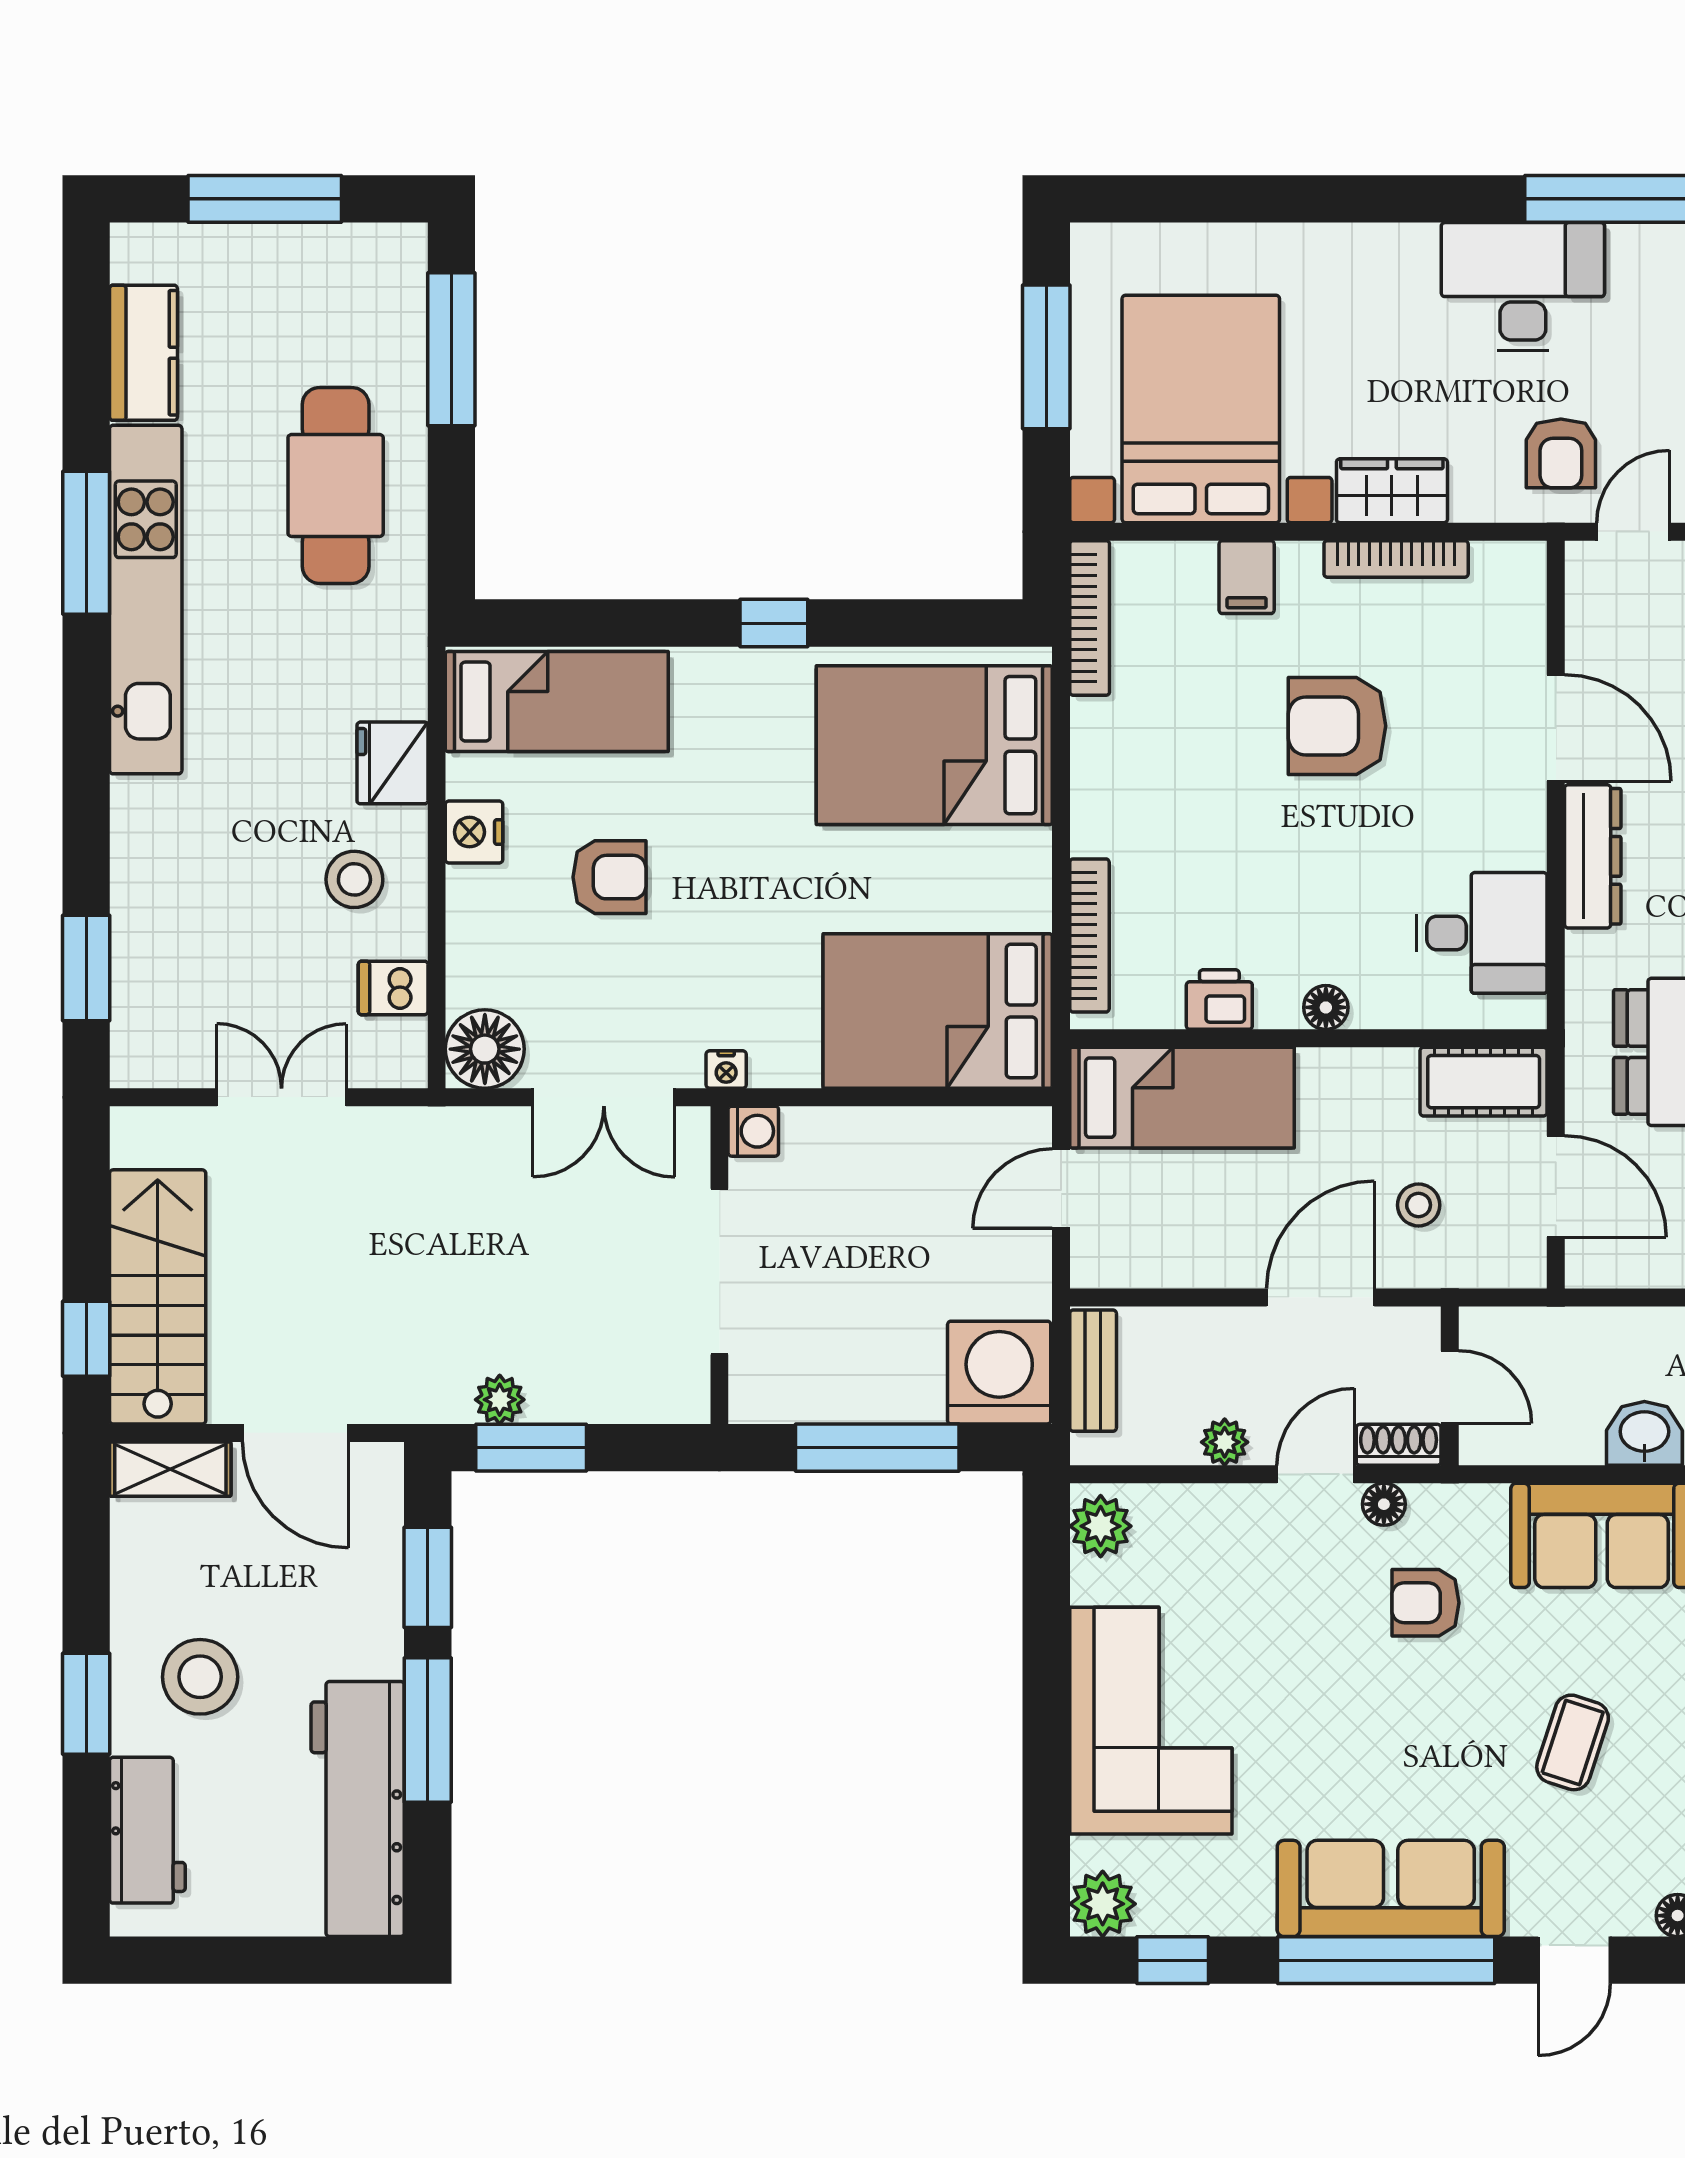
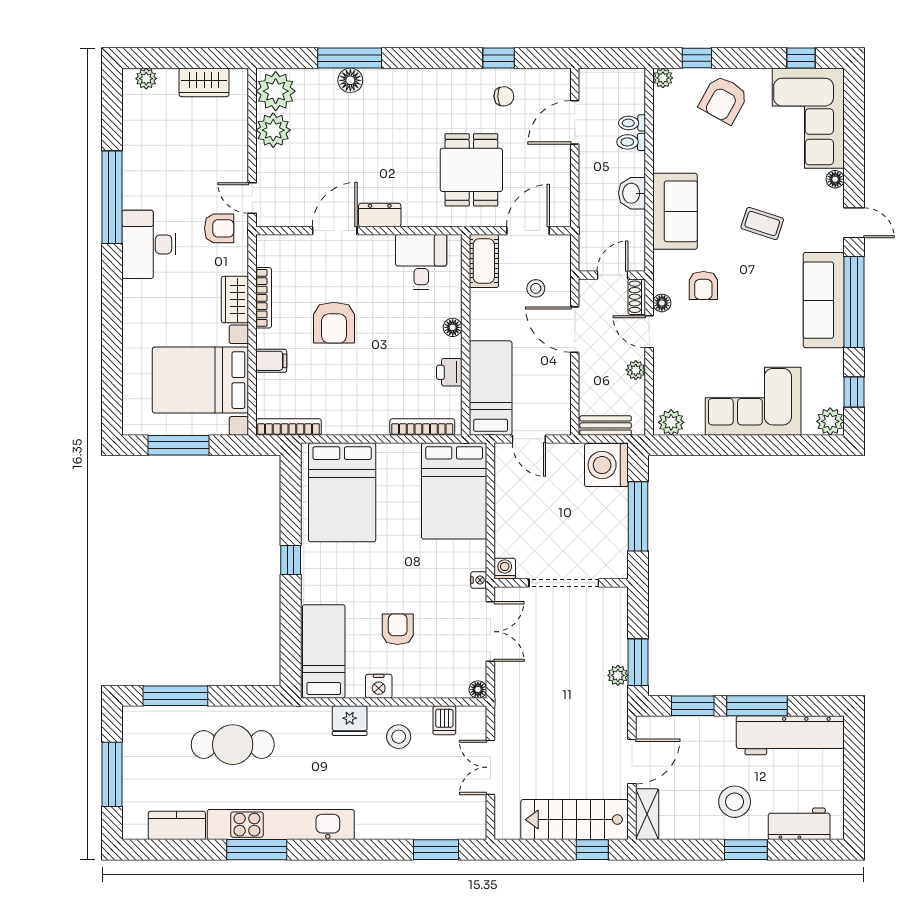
dresser: (1593, 856) -> (380, 215), width x0.70
floor lamp: (485, 1049) -> (478, 690), width x0.53, depth x0.53

